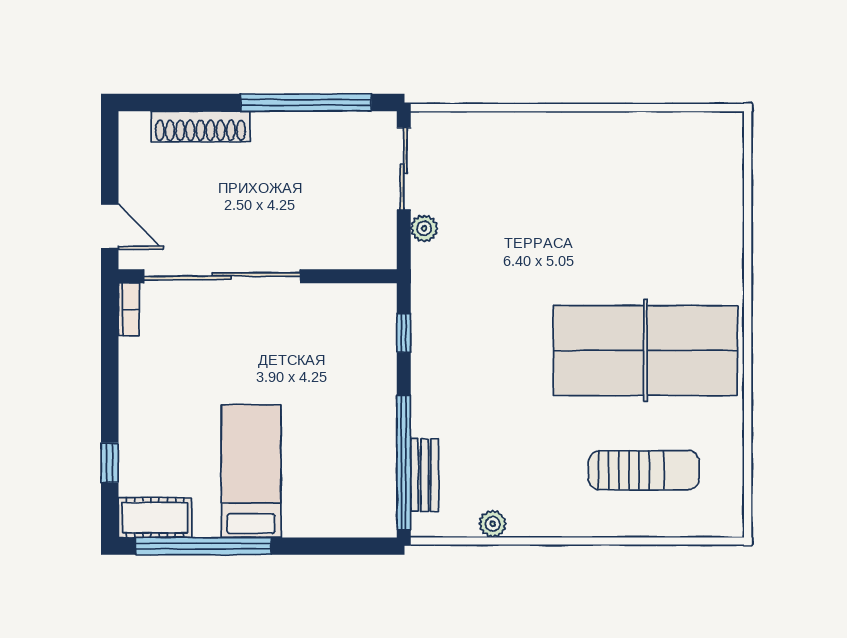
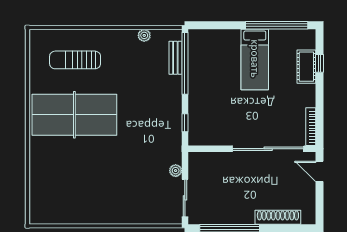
bookcase: (129, 310) -> (311, 127), width x1.56
cot: (155, 518) -> (306, 67), moved, turned 90

